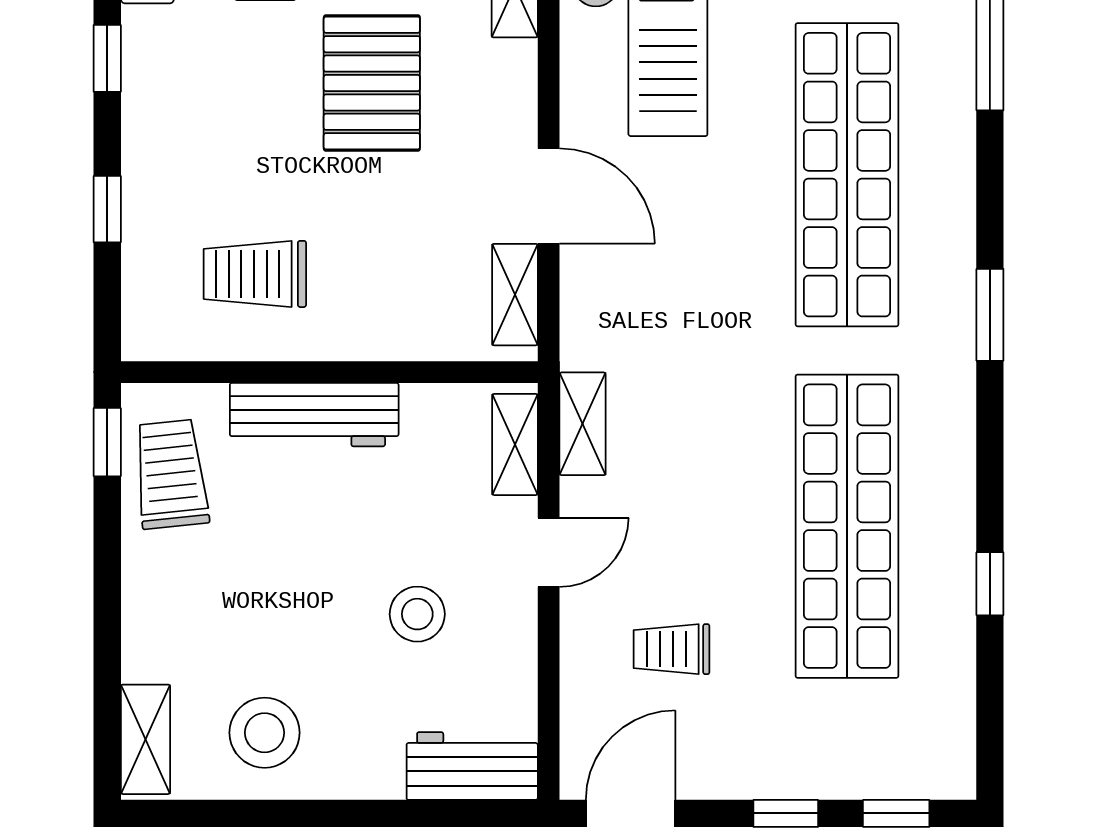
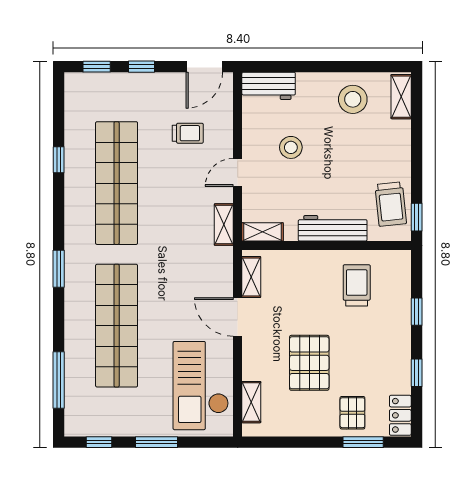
trolley: (255, 274) -> (357, 285), turned -90
shelving: (515, 444) -> (263, 232), moved, turned 90

